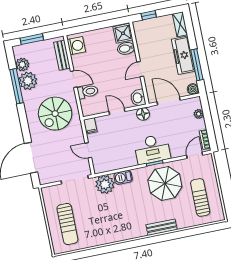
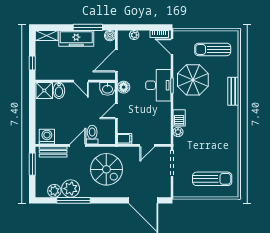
window: (32, 39) -> (32, 164), moved
plant: (105, 184) -> (178, 132), width x0.53, depth x0.53

